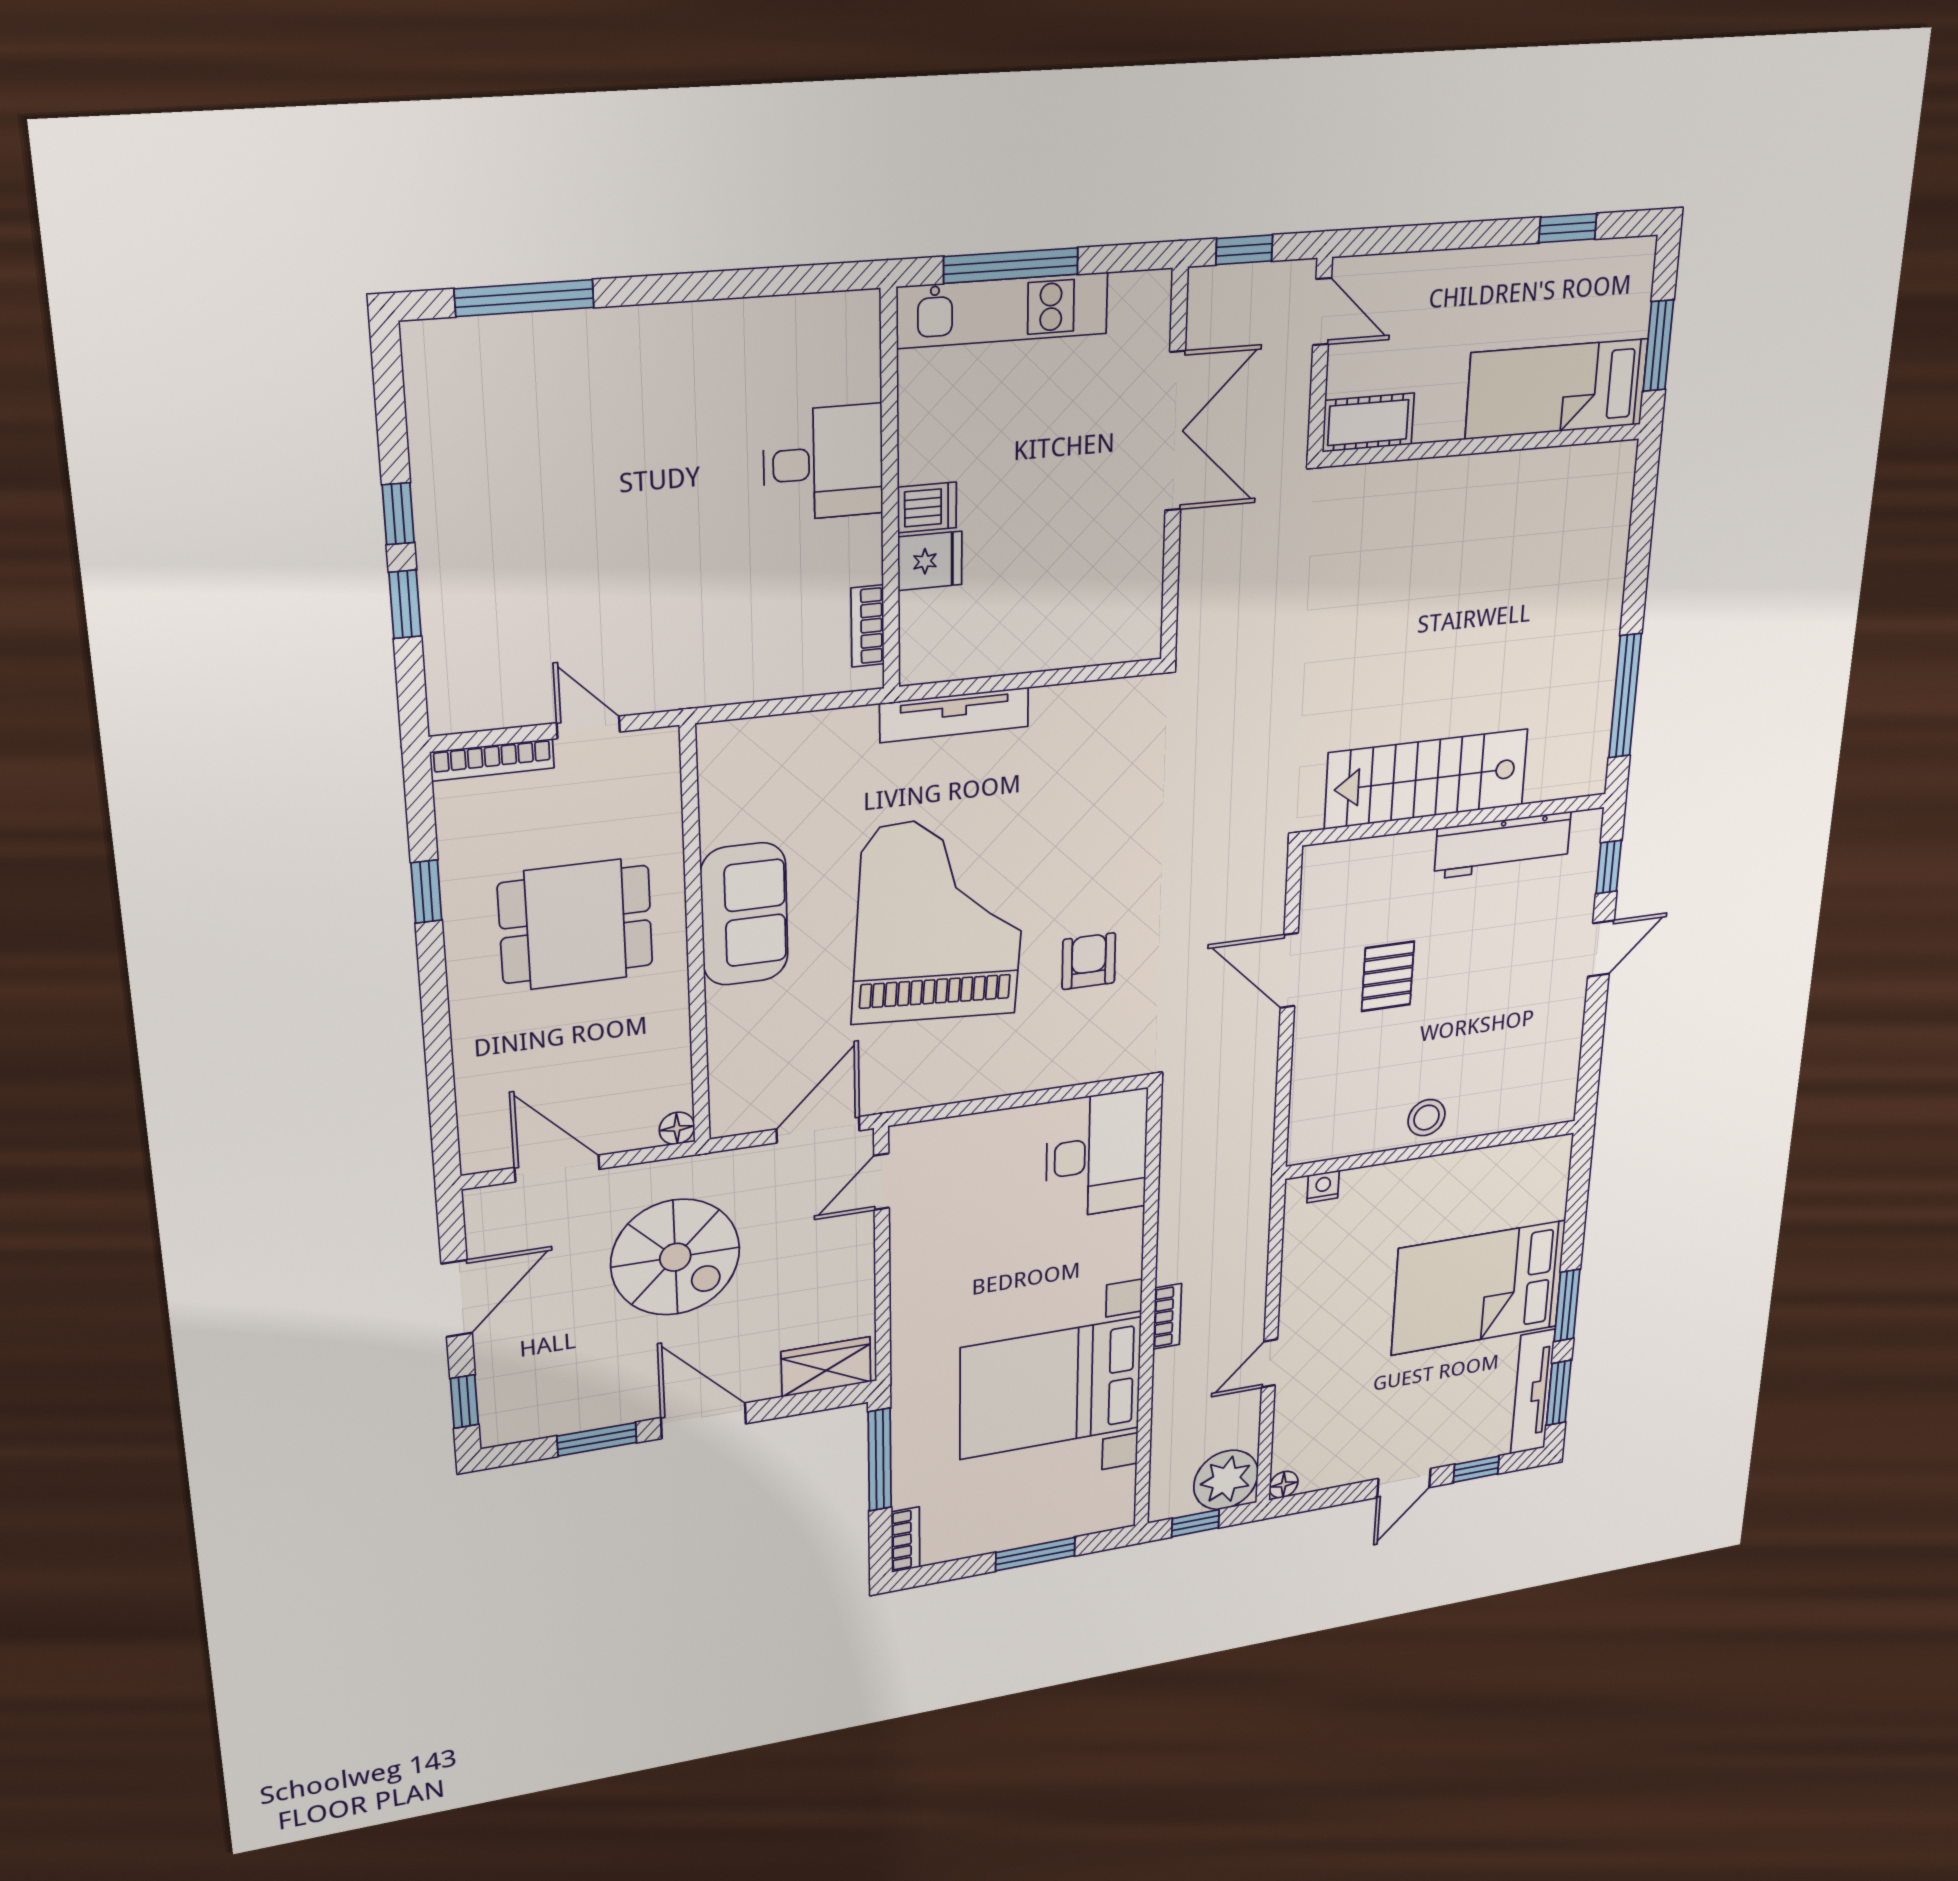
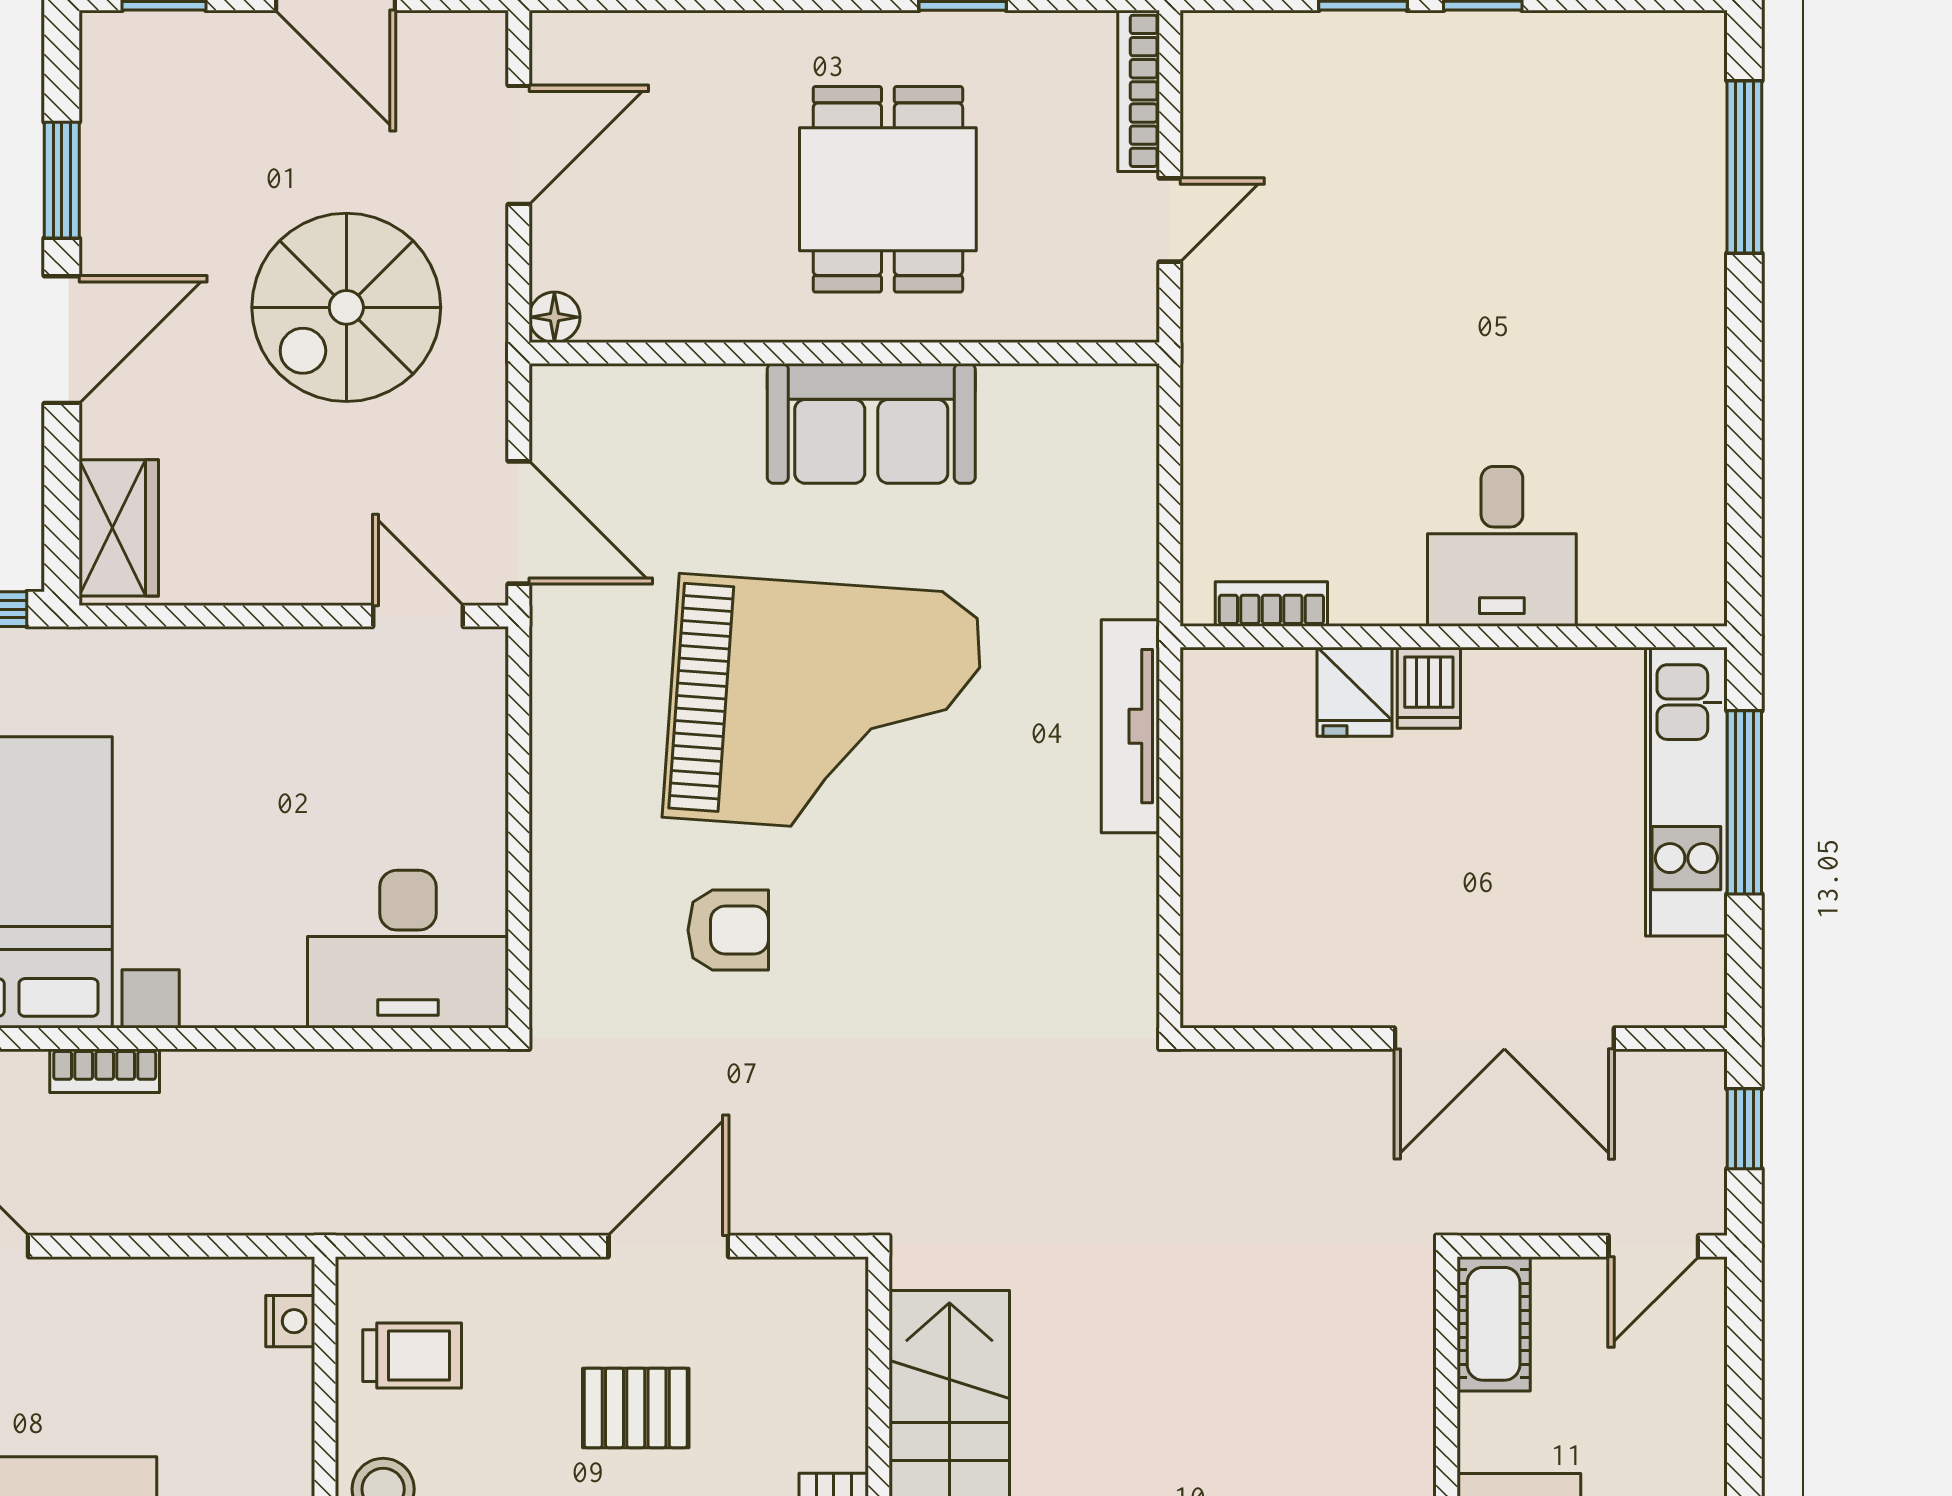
trolley: (1348, 1113) -> (412, 1356), added

